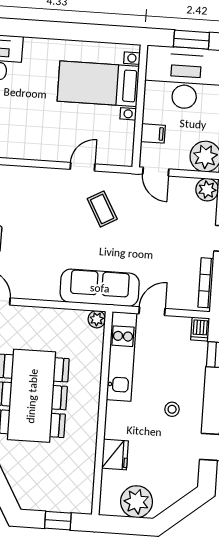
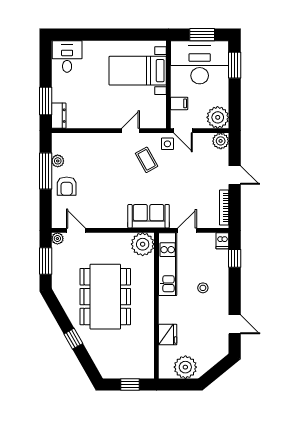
side table: (133, 189) -> (167, 144), added
sofa: (100, 288) -> (149, 216), width x0.73
plant: (97, 319) -> (143, 244), width x1.88, depth x1.88
stool: (172, 409) -> (203, 288), moved

